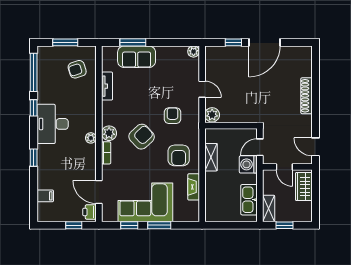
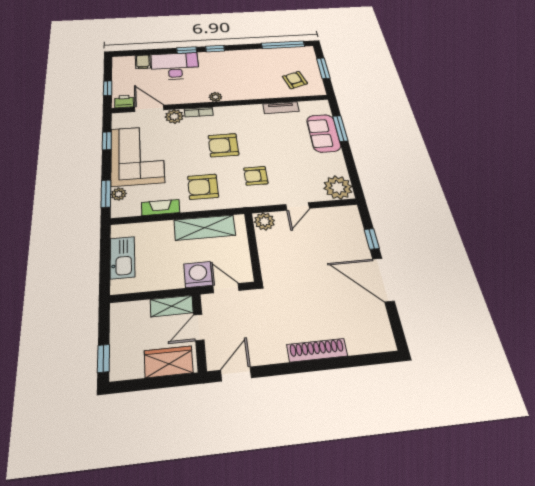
plant: (194, 52) -> (338, 187), width x1.88, depth x1.88
window: (34, 108) -> (215, 49), moved
armchair: (173, 116) -> (256, 176), turned 180
desk: (53, 124) -> (175, 66), moved
plant: (109, 133) -> (174, 116), moved
armchair: (142, 137) -> (223, 145), turned 133
shelving: (211, 157) -> (205, 228), width x1.50, depth x1.33
door: (99, 192) -> (149, 108), hinge flipped
kitchen sink: (249, 200) -> (122, 257), moved, turned 90
shelving: (269, 208) -> (172, 306), moved
plant: (179, 216) -> (119, 194), added
window: (159, 225) -> (106, 194), moved
window: (285, 225) -> (104, 358), moved

